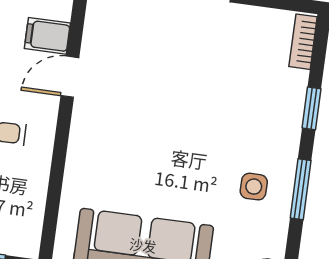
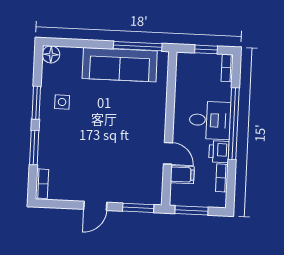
door: (70, 77) -> (168, 153), hinge flipped
window: (312, 108) -> (34, 148), width x1.50

